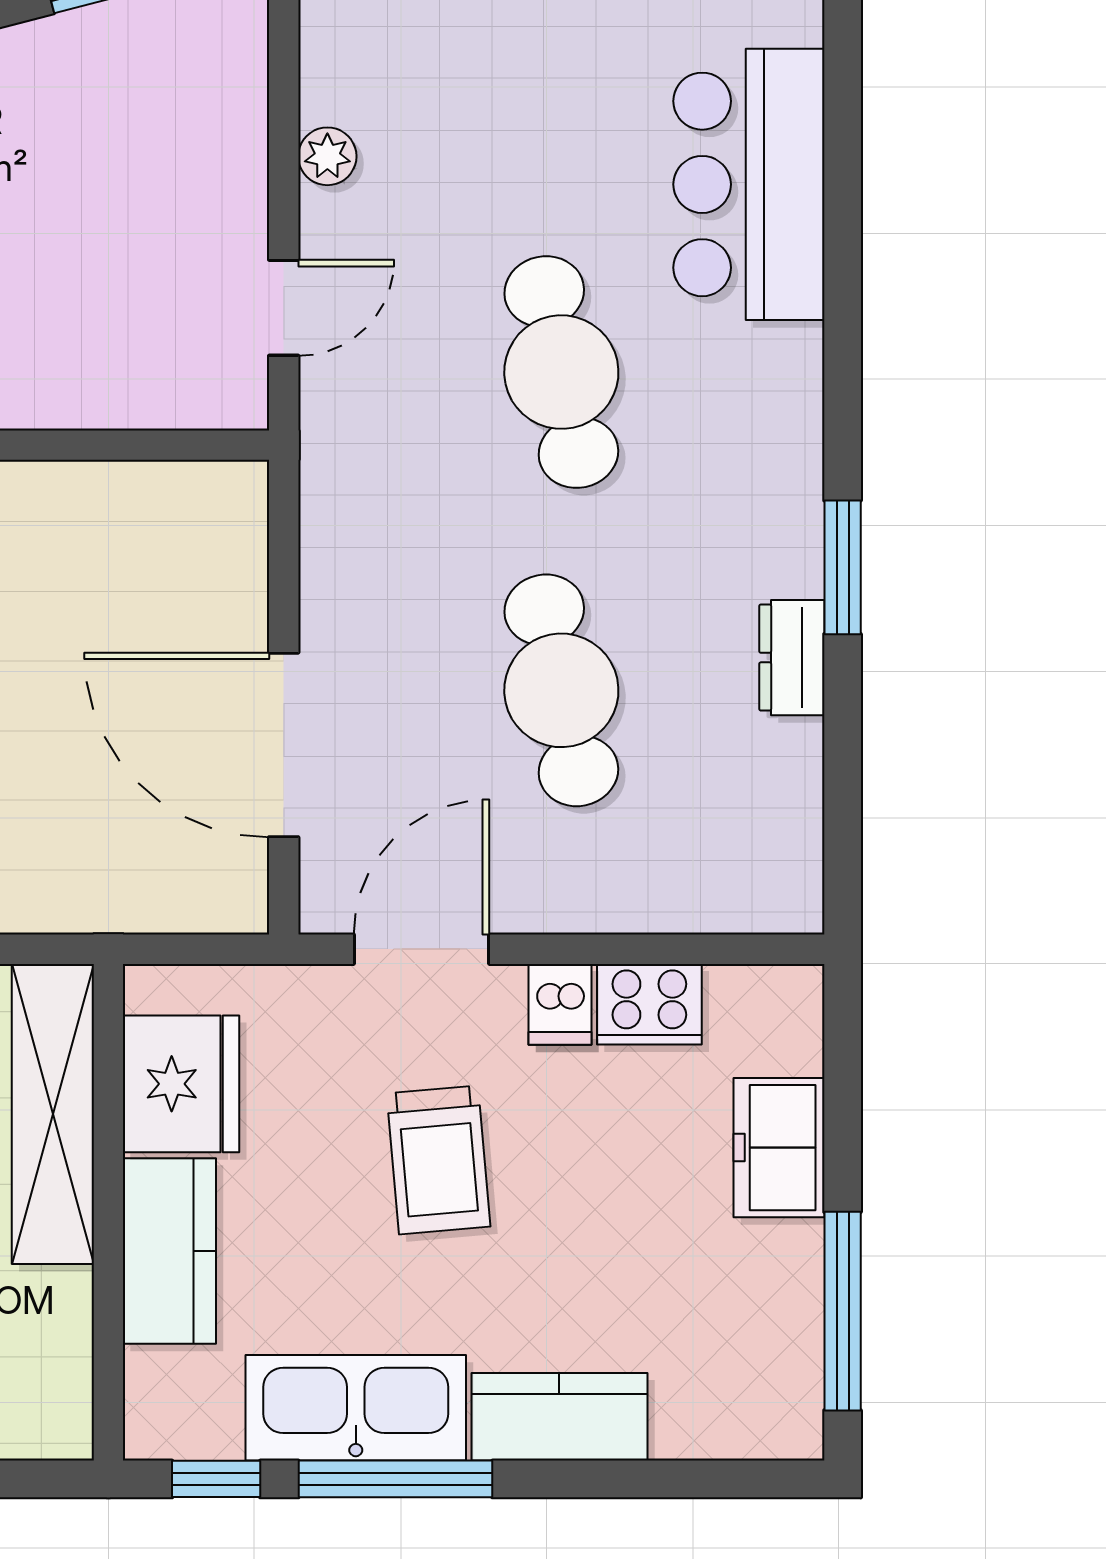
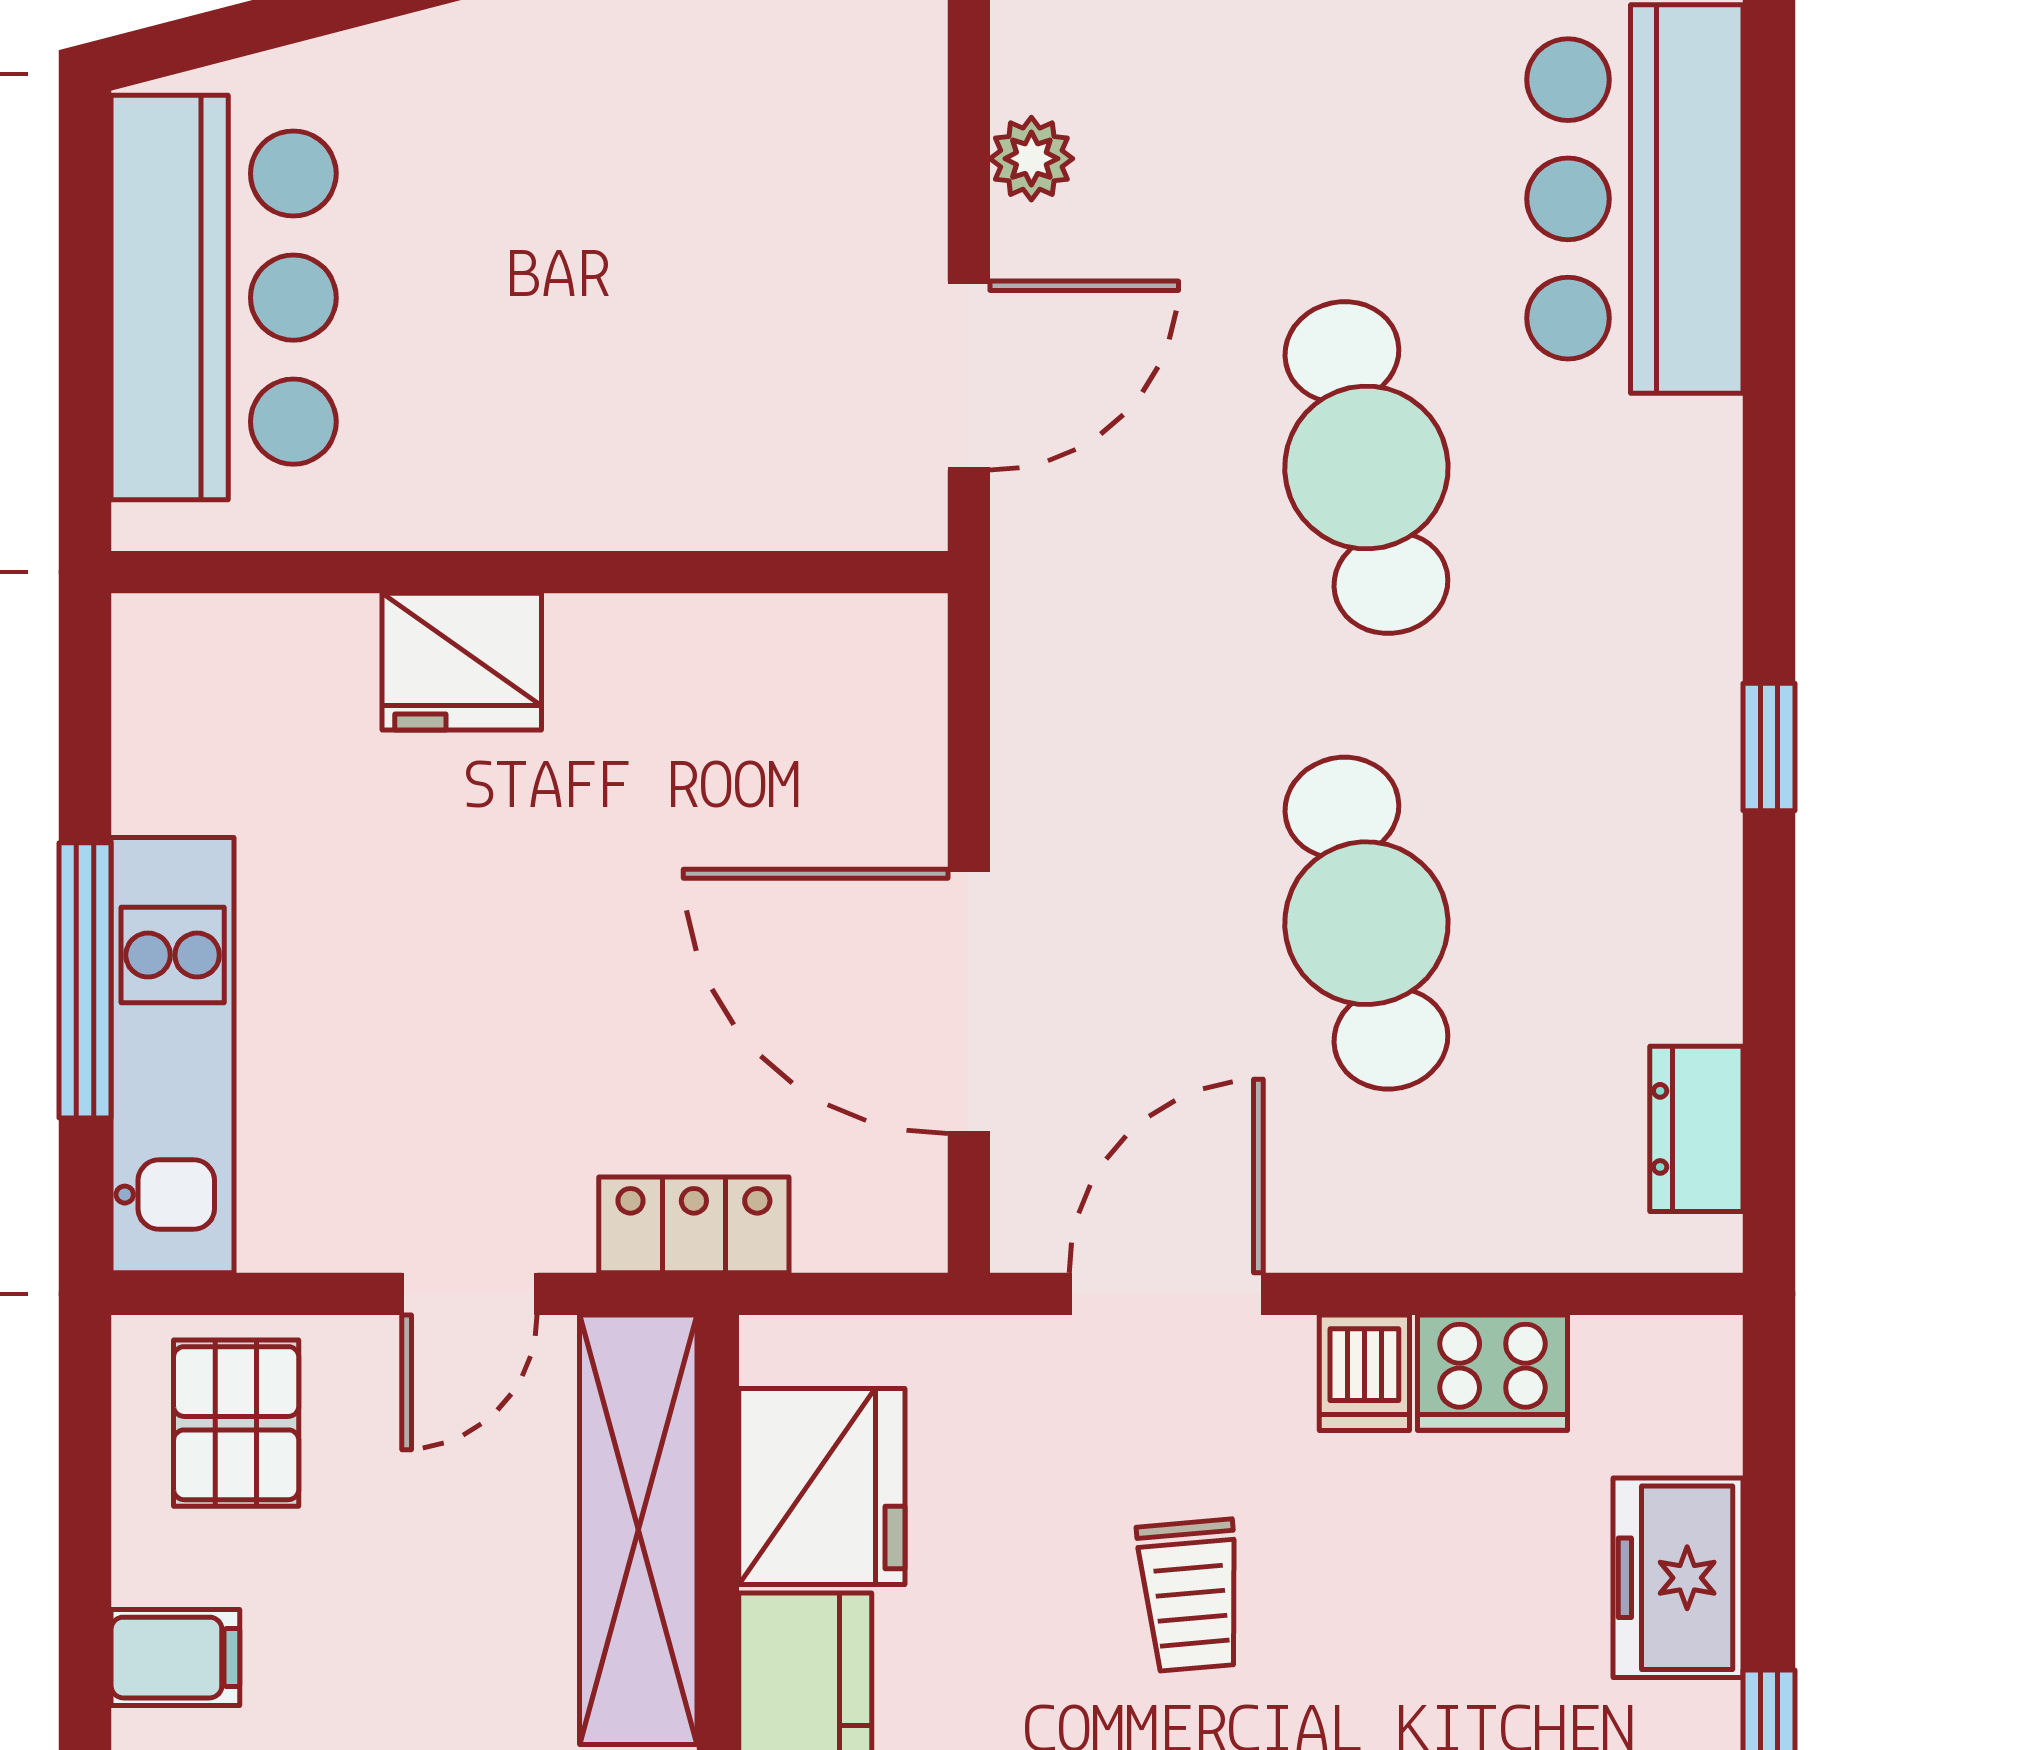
door: (284, 308) -> (969, 375), width x1.38
window: (843, 567) -> (1769, 747), width x0.67
dresser: (792, 658) -> (1696, 1129), moved
locker: (92, 901) -> (694, 1225), added
trolley: (439, 1160) -> (1191, 1595), width x0.73, depth x0.72

